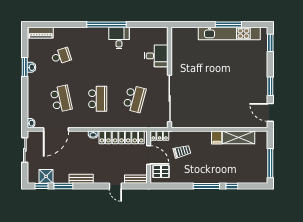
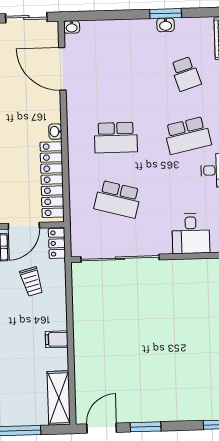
school desk: (61, 99) -> (188, 135), moved
shelving: (238, 137) -> (59, 398), moved

